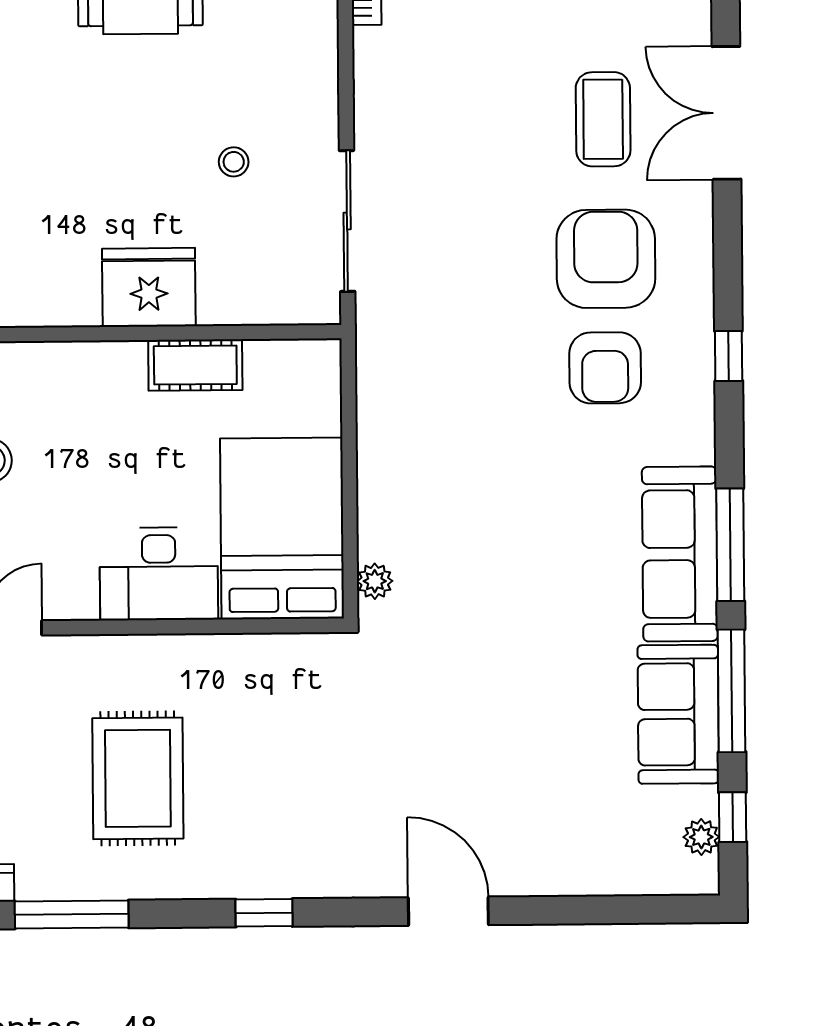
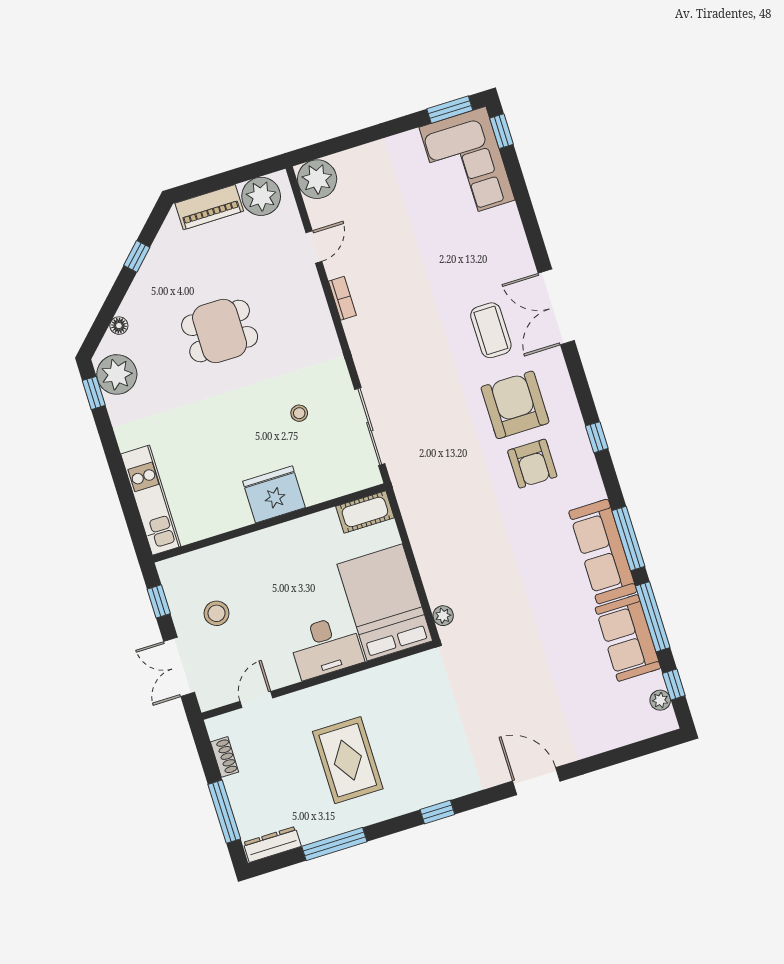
cot: (195, 365) -> (365, 512), moved

